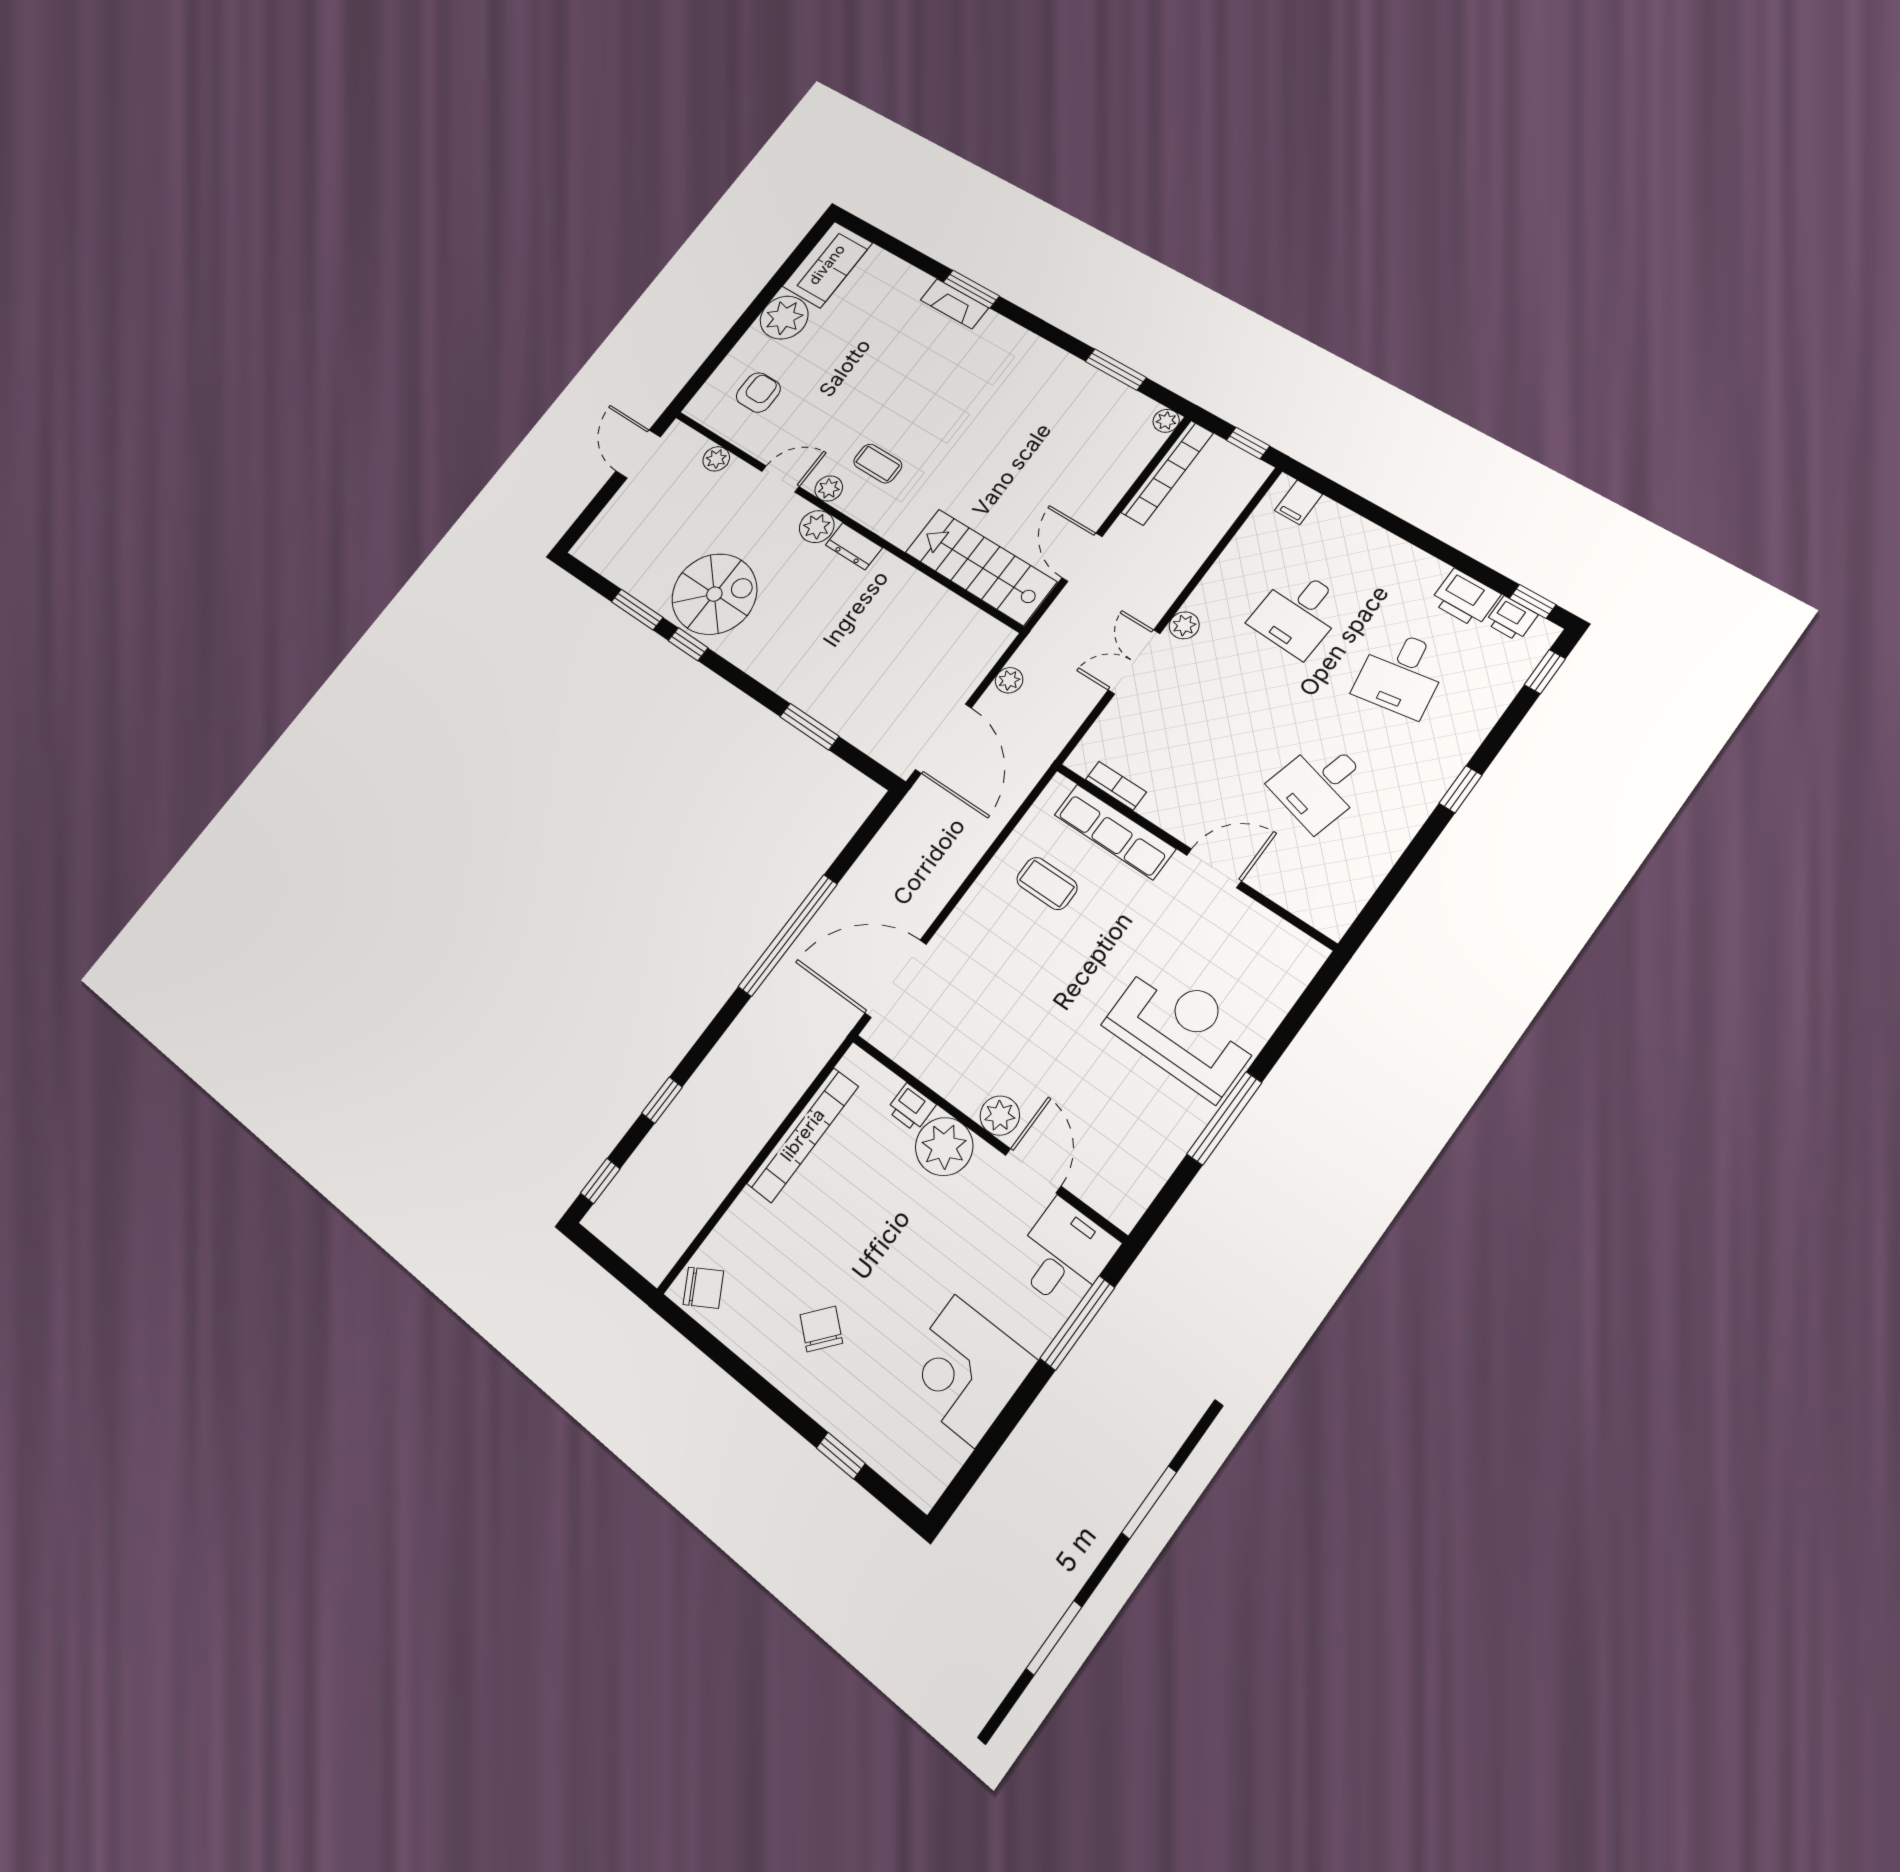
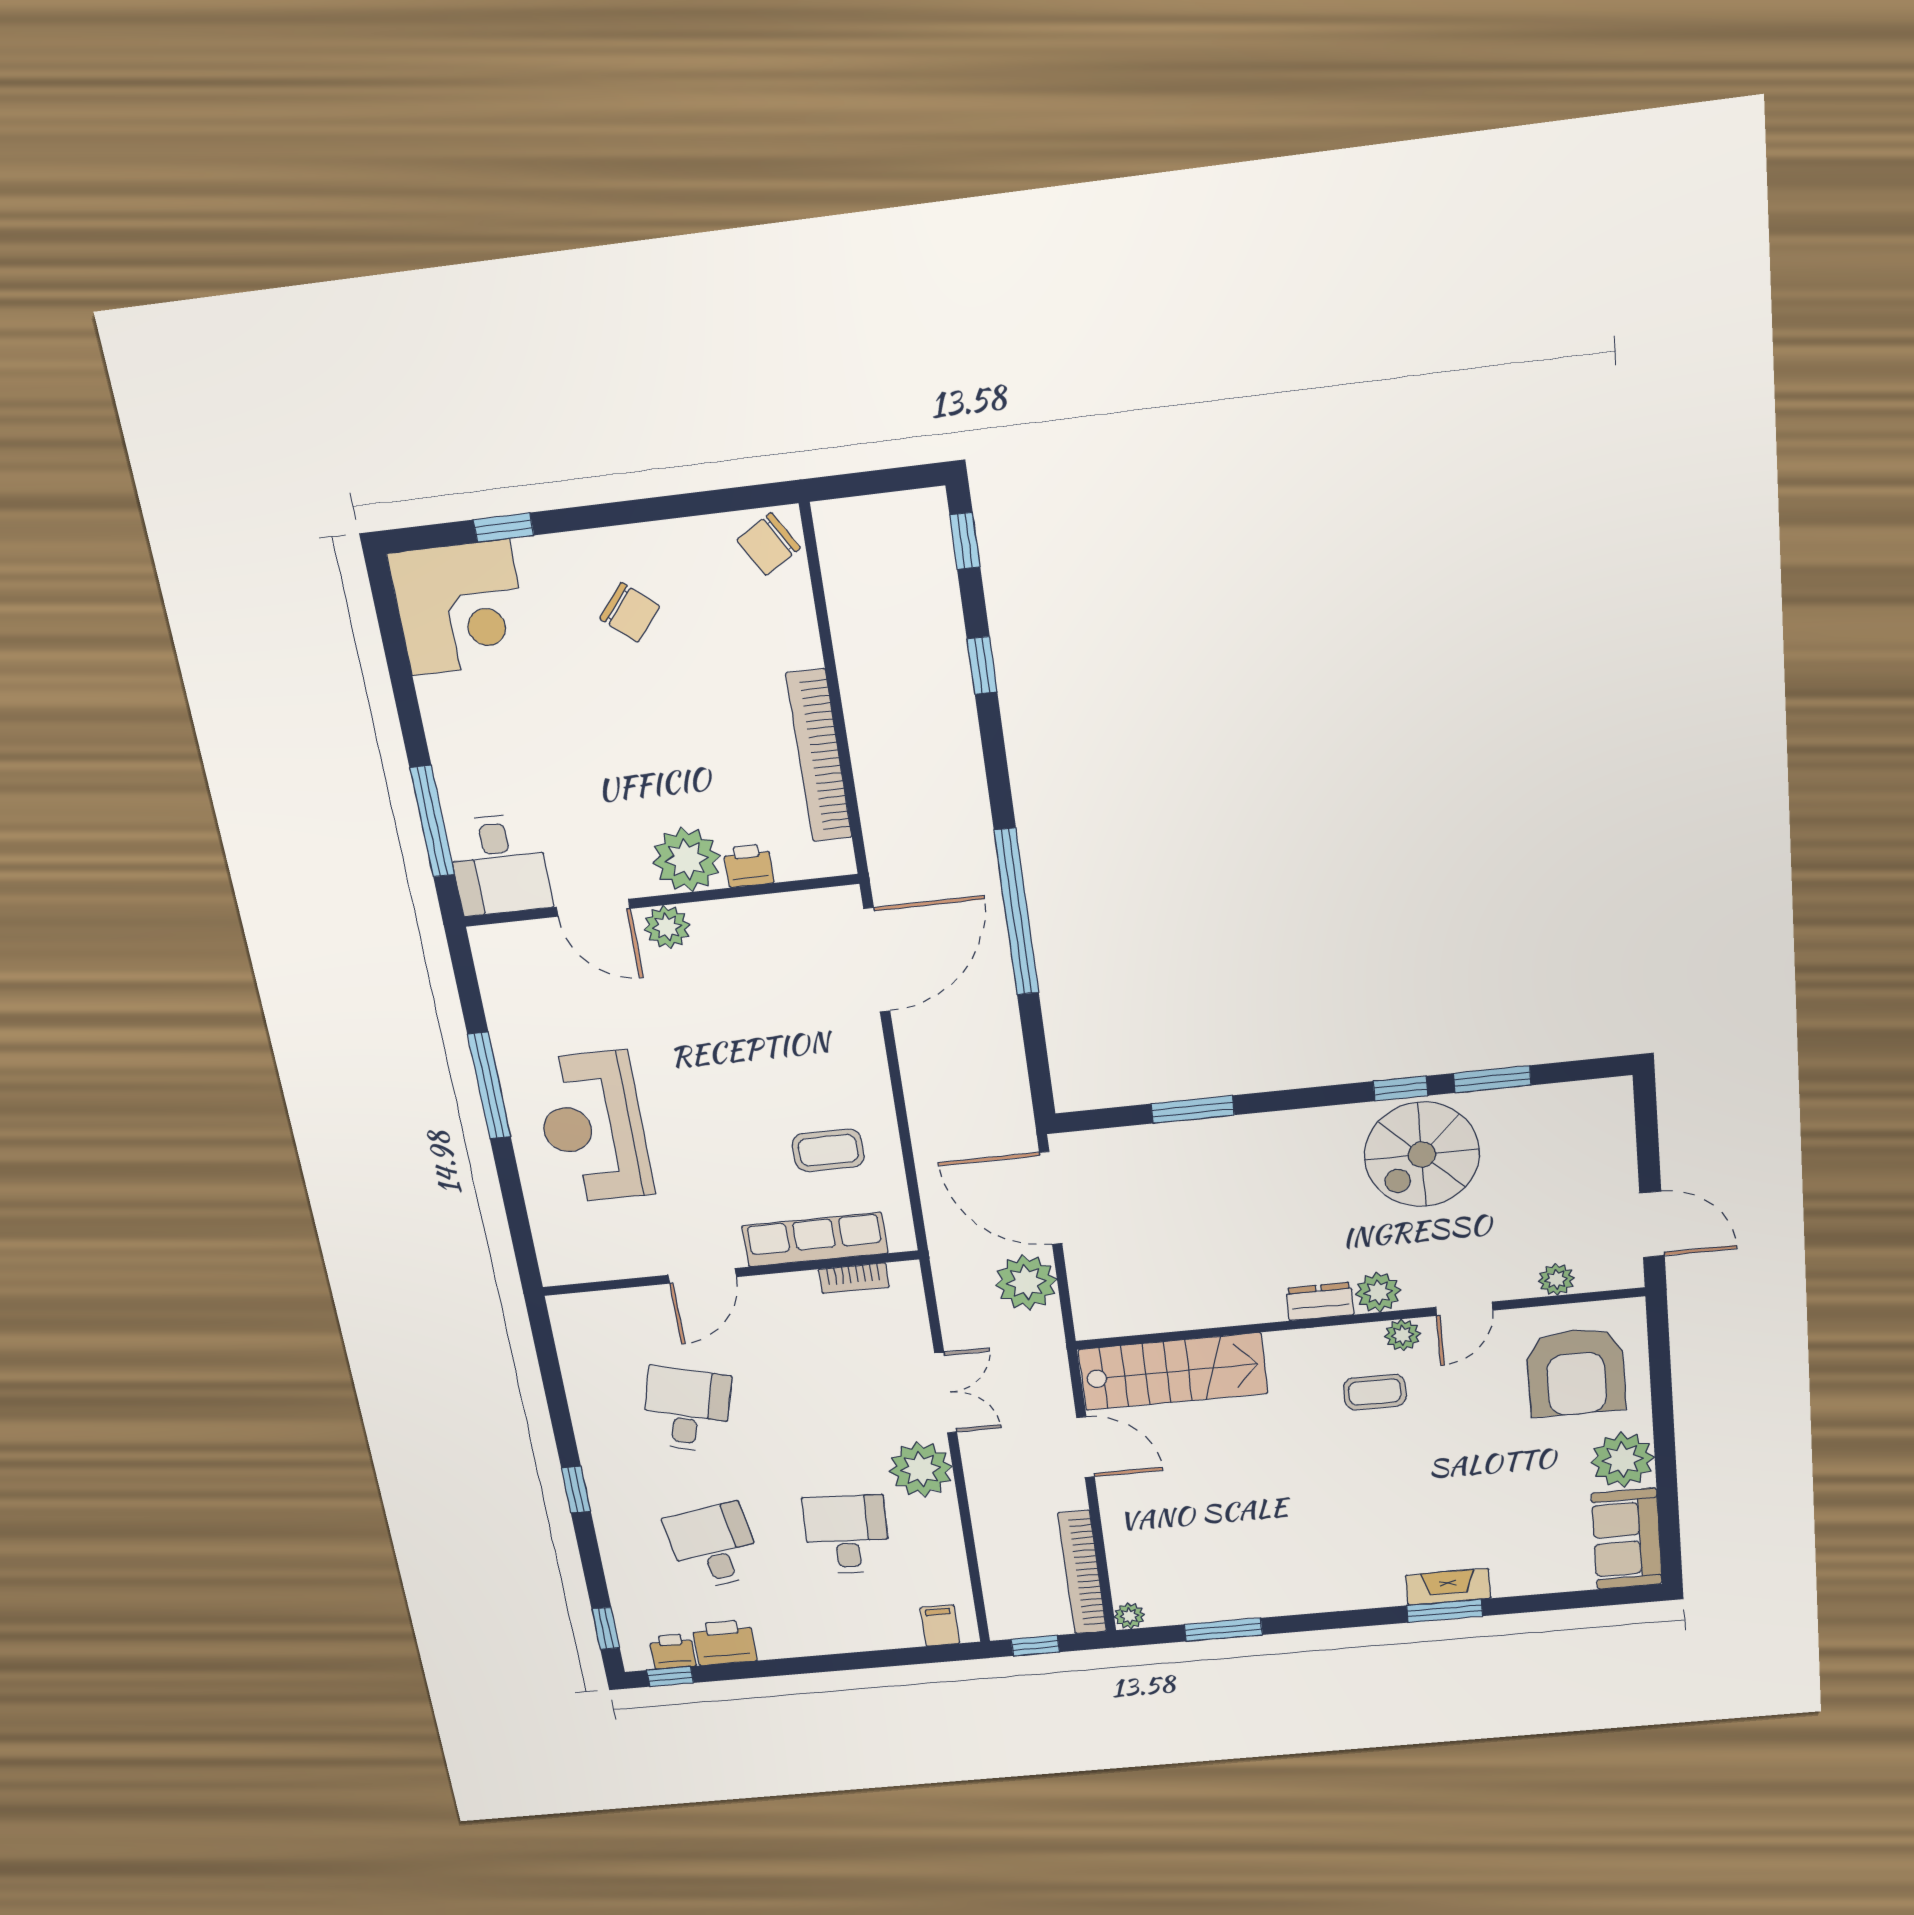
armchair: (758, 392) -> (1576, 1372), width x1.88, depth x1.88
plant: (1184, 625) -> (921, 1469), width x1.88, depth x1.88
plant: (1009, 680) -> (1026, 1282), width x1.87, depth x1.87
reception desk: (1183, 1029) -> (593, 1127), turned 90
corner desk: (965, 1371) -> (460, 608), moved, turned 90

